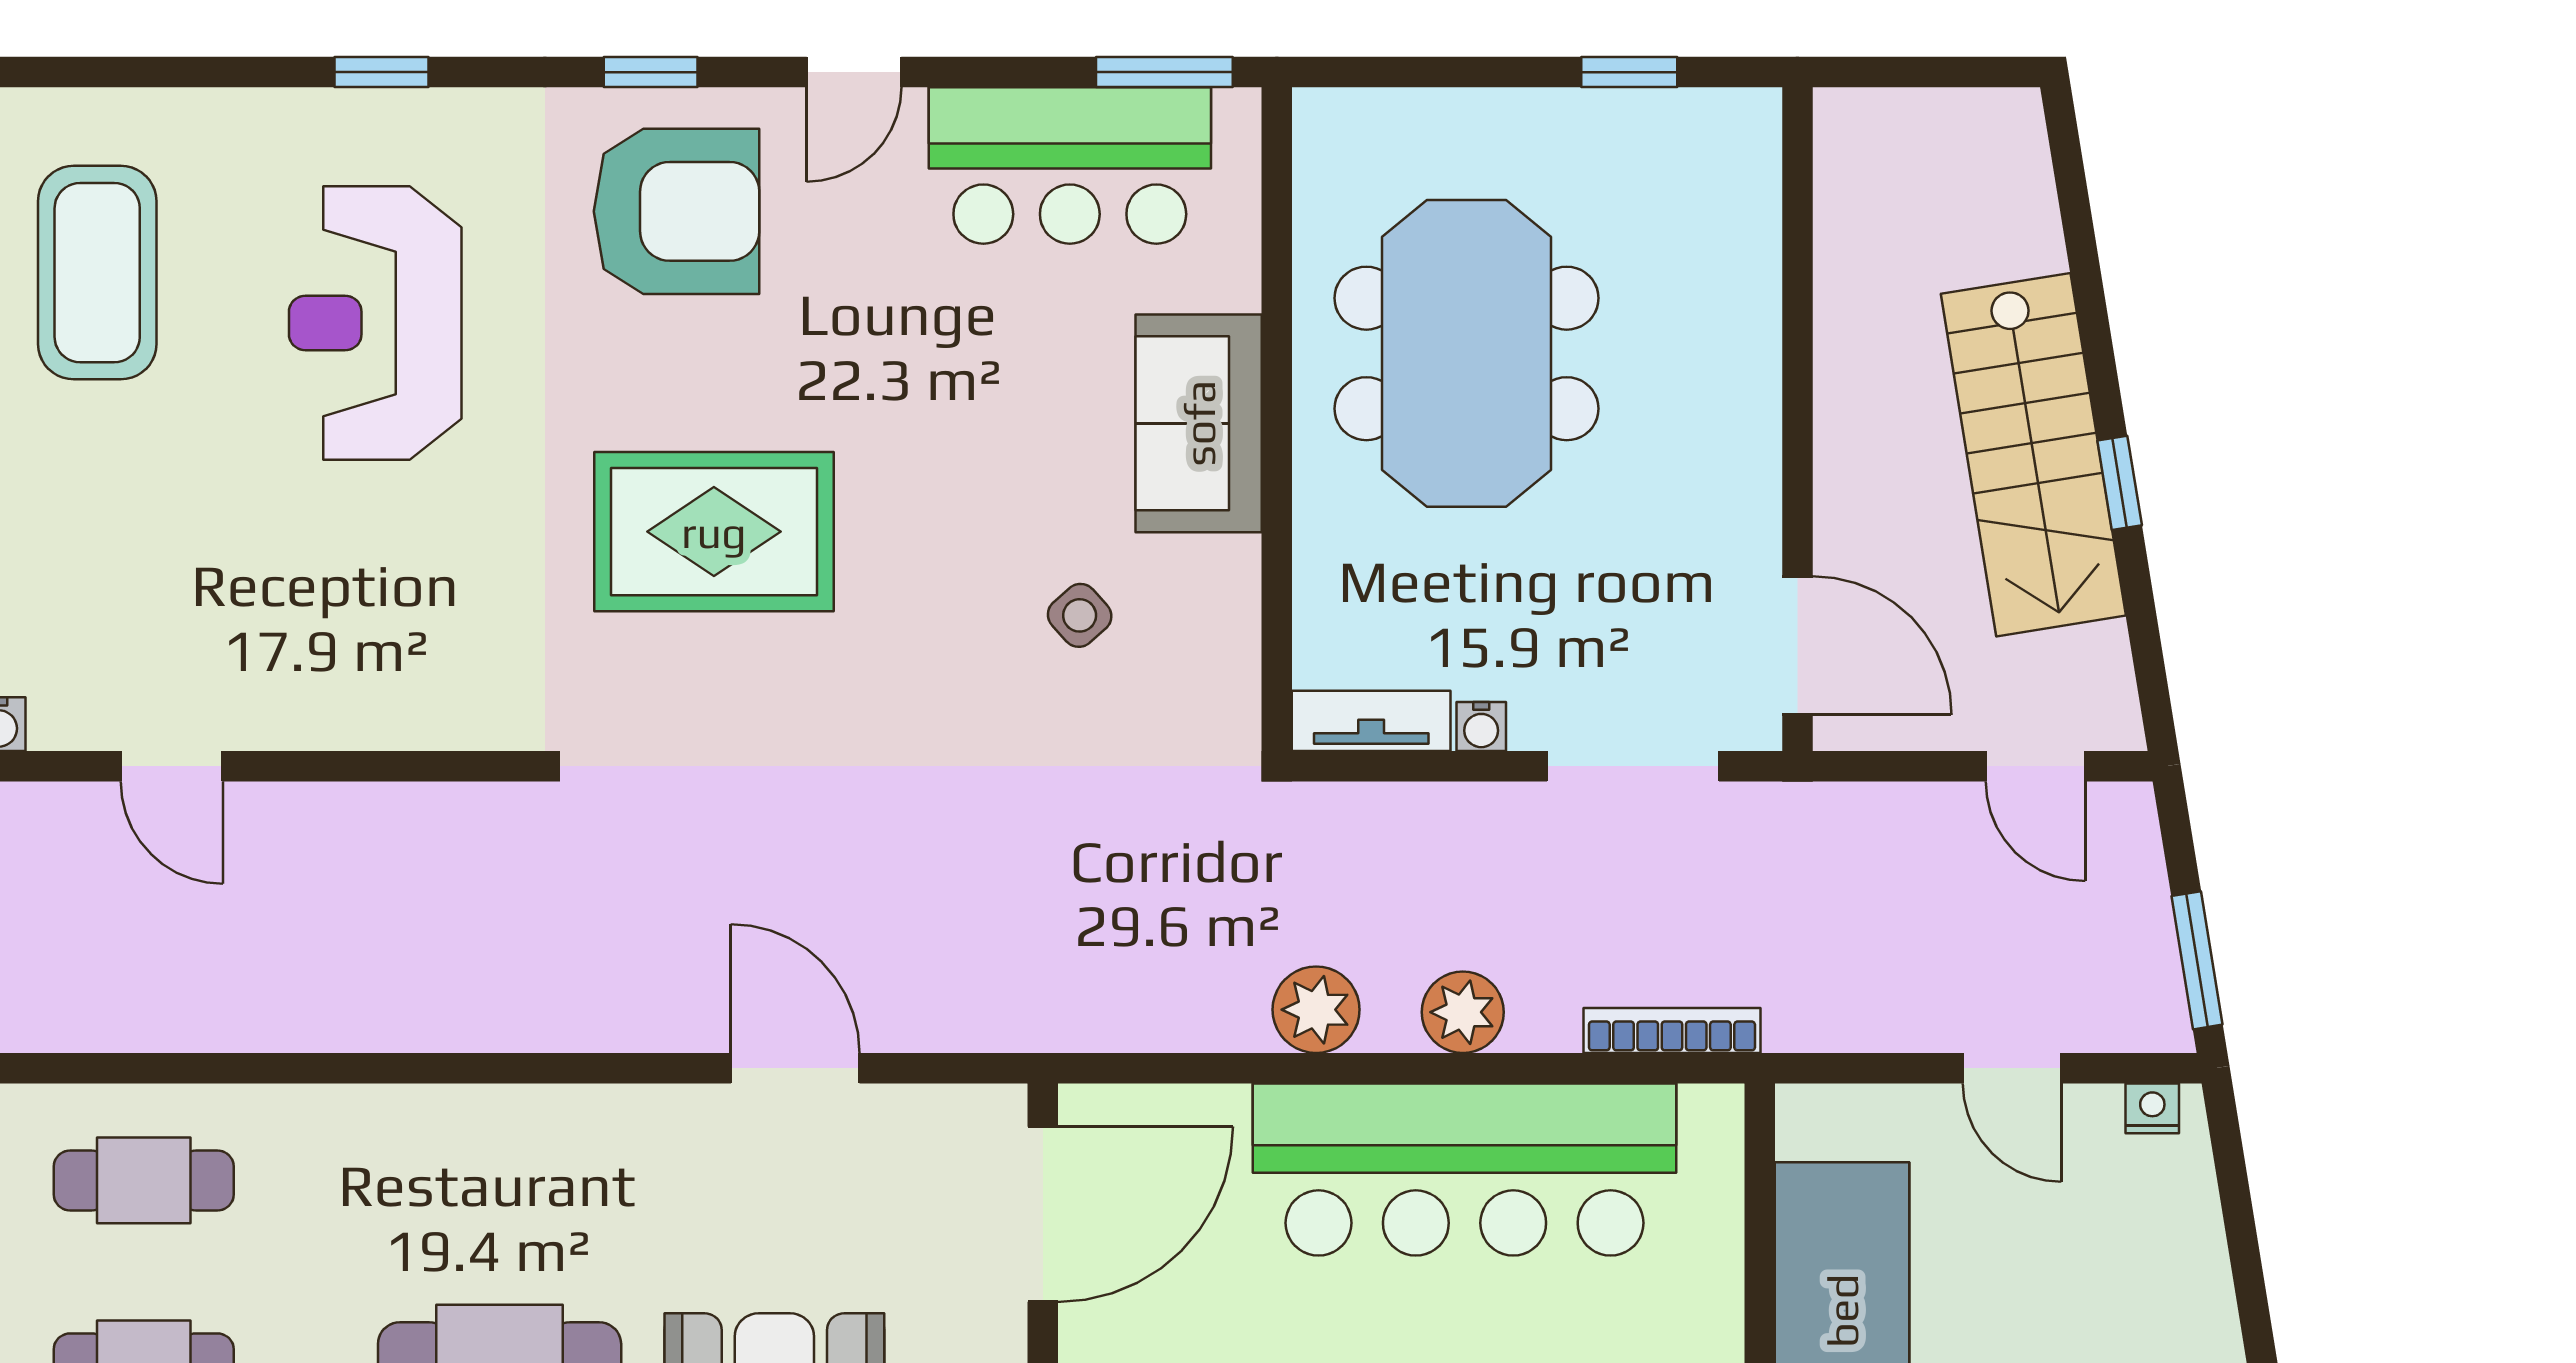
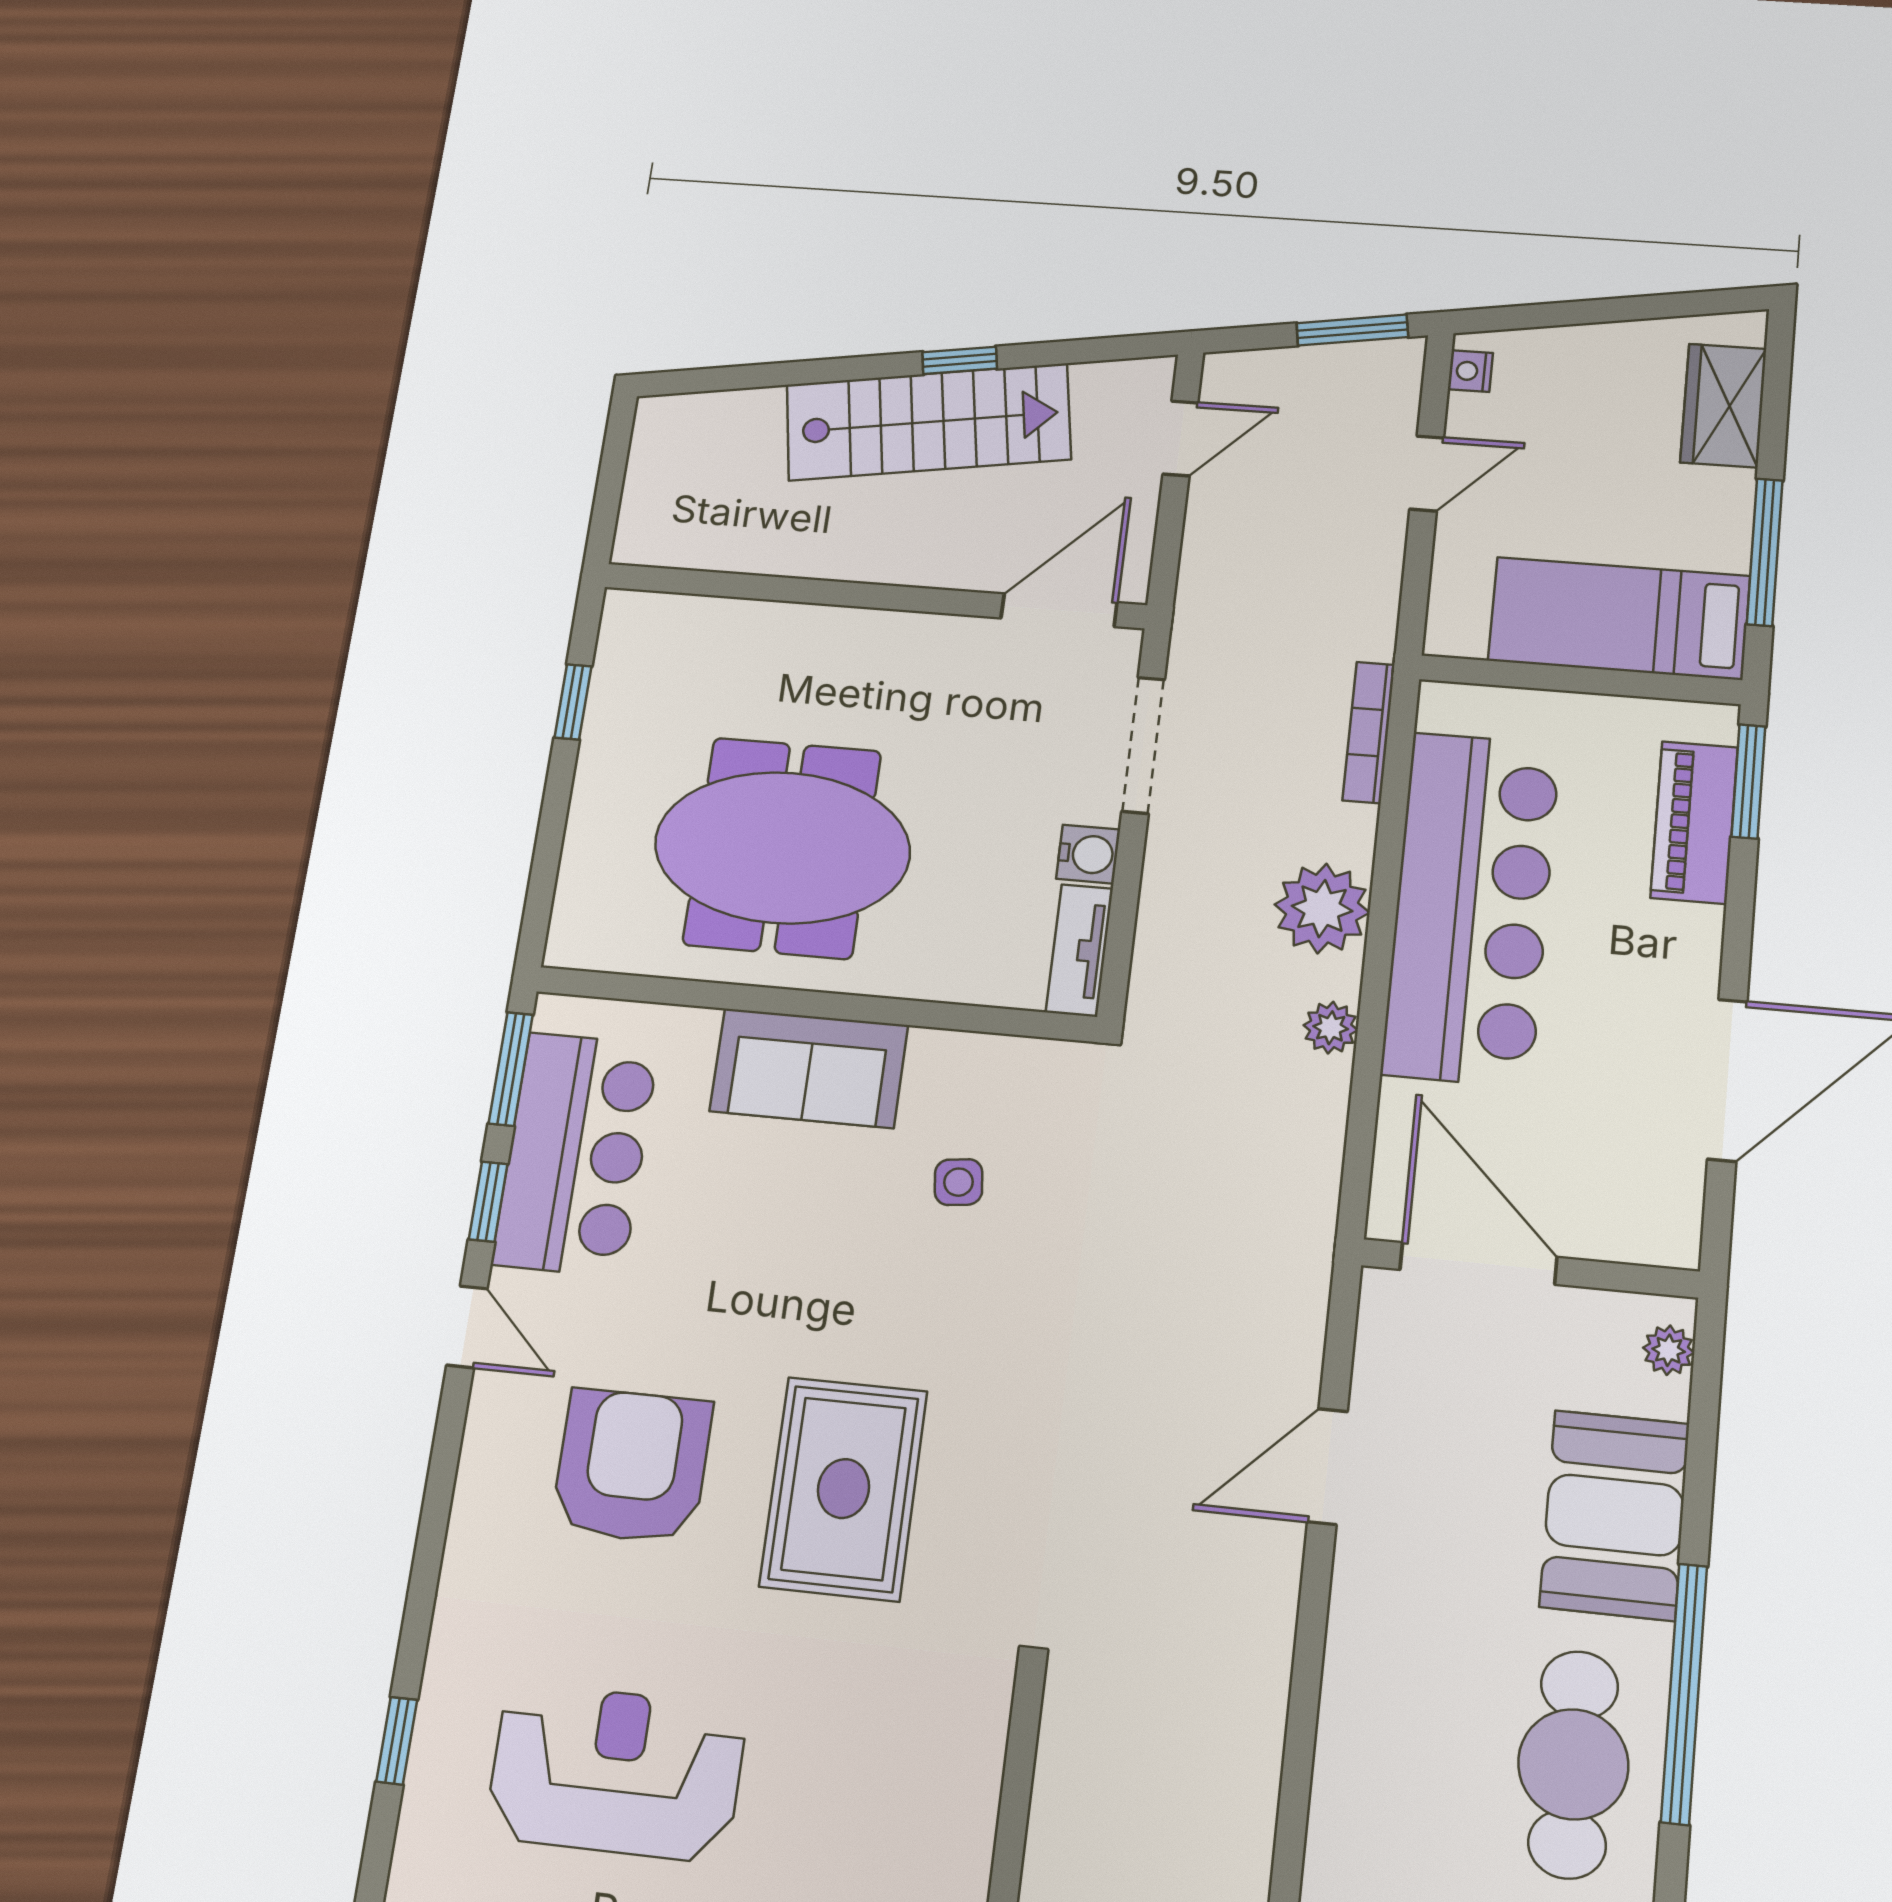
window: (651, 72) -> (488, 1202), moved
armchair: (677, 211) -> (632, 1466), moved
reception desk: (375, 323) -> (616, 1772), turned 180
side table: (1080, 615) -> (959, 1182), turned 35
water cooler: (1481, 727) -> (1088, 854), width x1.38, depth x1.38
plant: (1316, 1010) -> (1331, 1028), width x0.73, depth x0.73
plant: (1463, 1012) -> (1322, 909), width x1.36, depth x1.36

